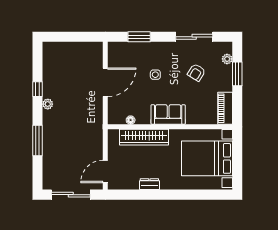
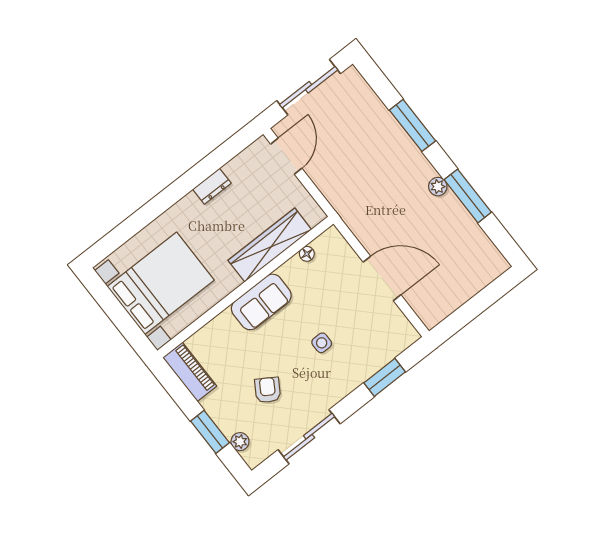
door: (105, 82) -> (382, 278), swing flipped
window: (37, 89) -> (468, 196), width x2.17

